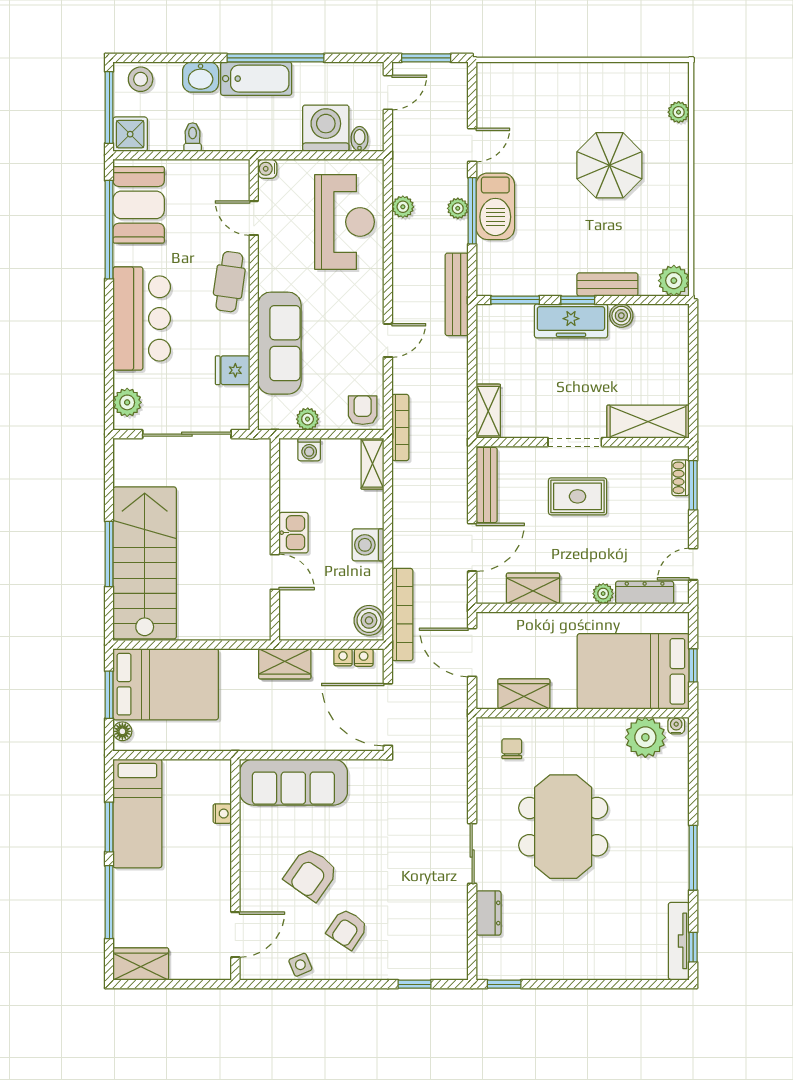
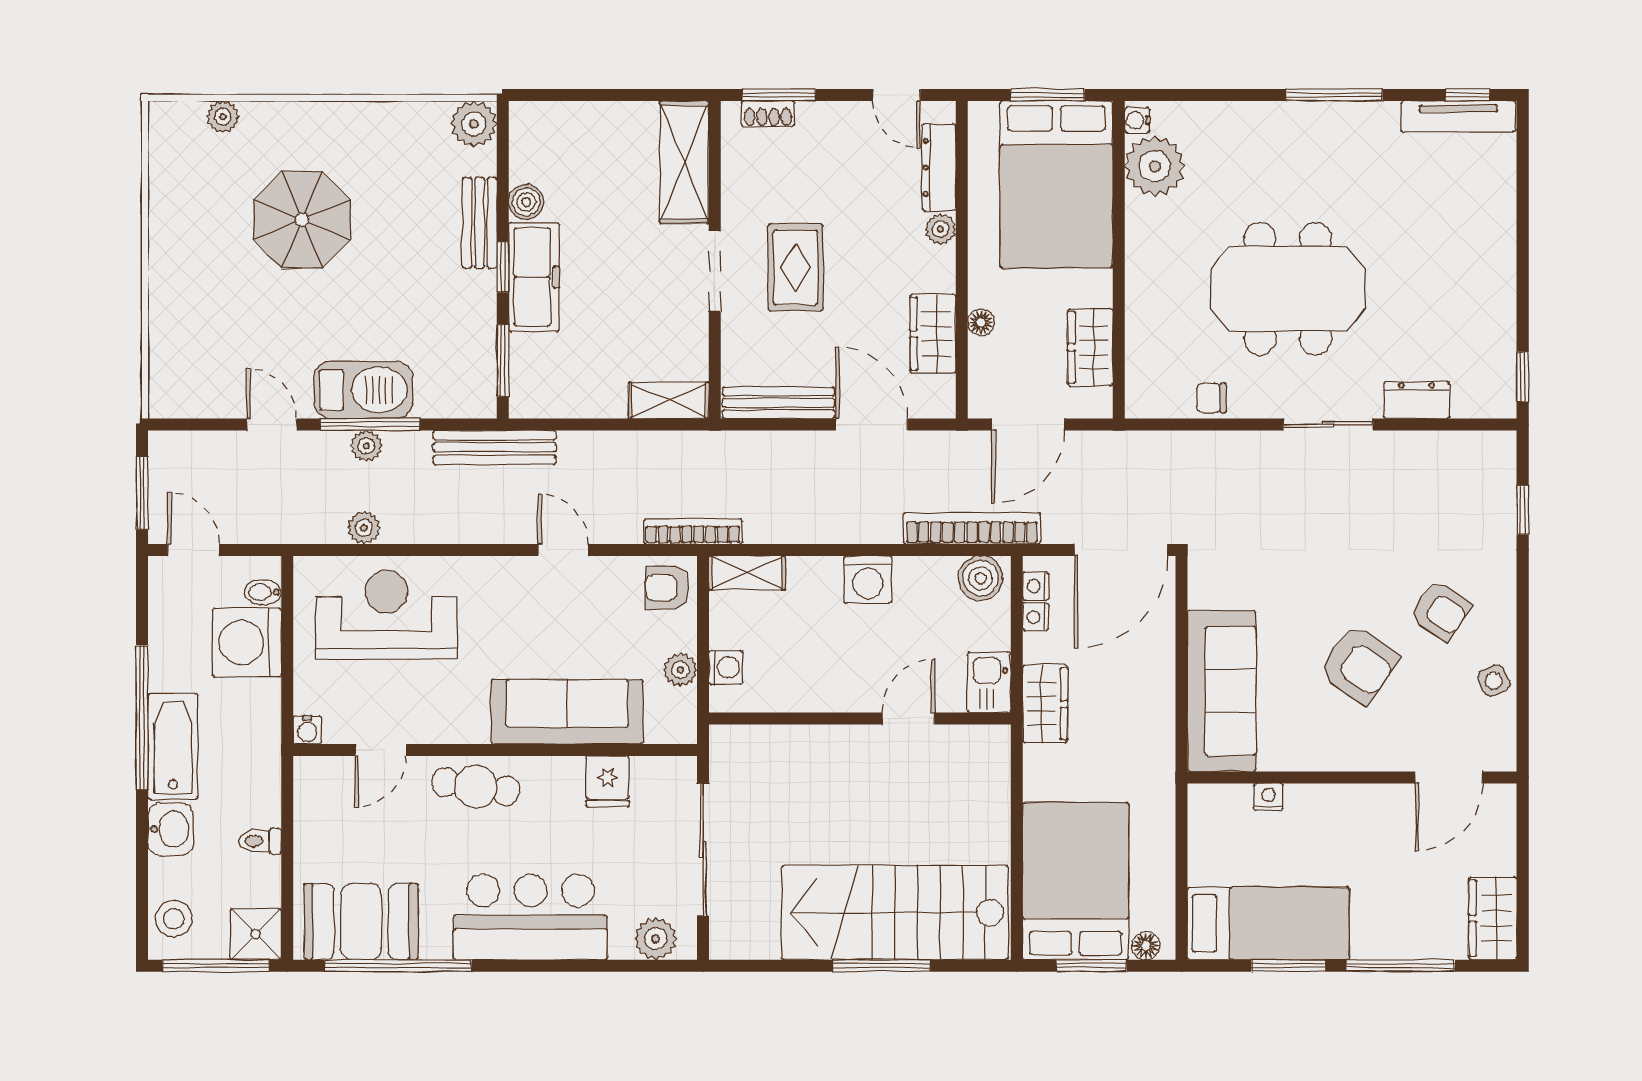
kitchen sink: (293, 533) -> (989, 683), moved, turned -90
floor lamp: (541, 621) -> (981, 322), added
window: (693, 665) -> (1048, 95), width x1.50
chair: (512, 749) -> (1211, 398), moved
door: (235, 935) -> (1449, 777), swing flipped

